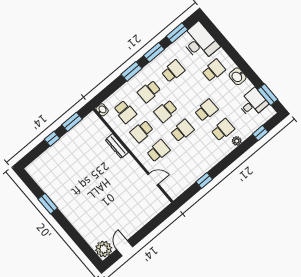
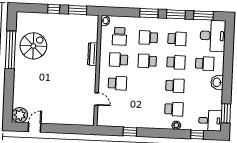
desk: (253, 103) -> (210, 121), moved
school desk: (182, 131) -> (176, 62), moved
spiral stairs: (63, 184) -> (33, 46), added
window: (48, 204) -> (11, 50), width x2.11

